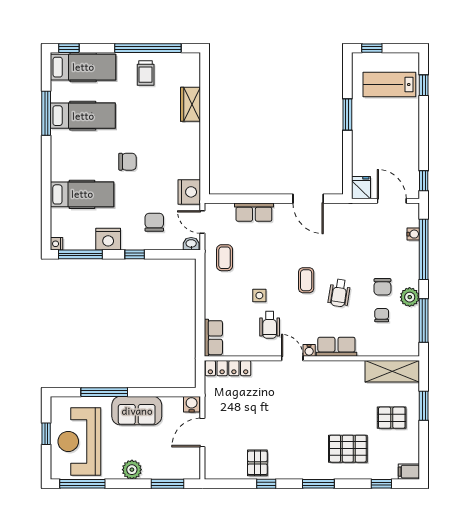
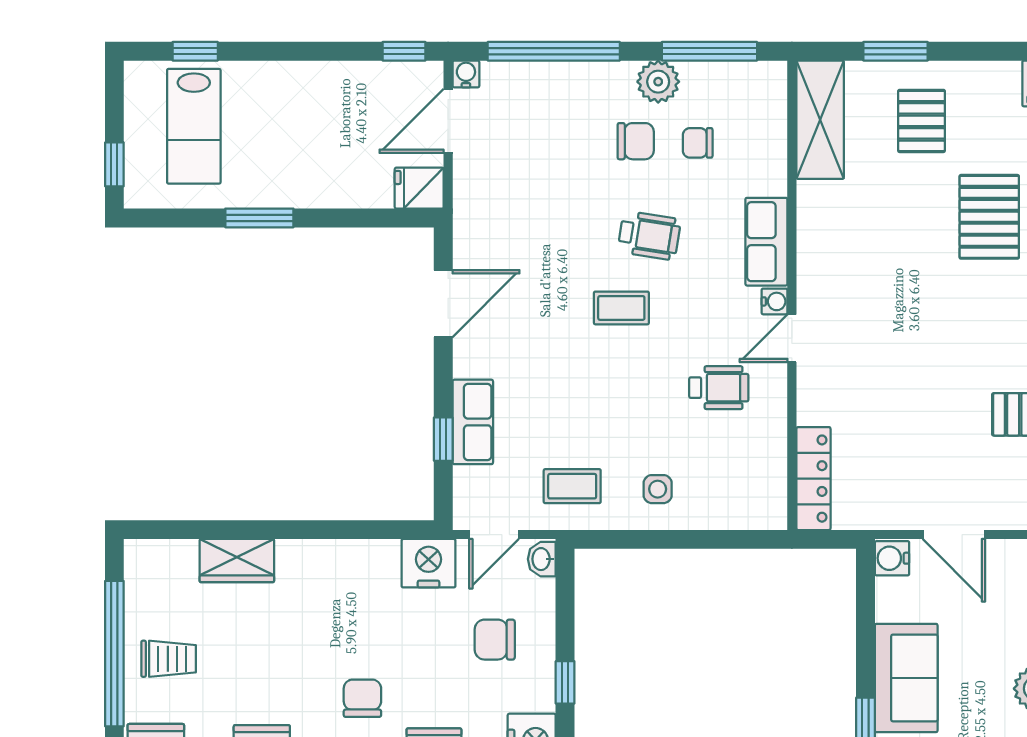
window: (246, 199) -> (443, 439), added
water cooler: (413, 234) -> (466, 74), moved
side table: (259, 295) -> (658, 489), moved
row of seats: (213, 338) -> (747, 511), removed

